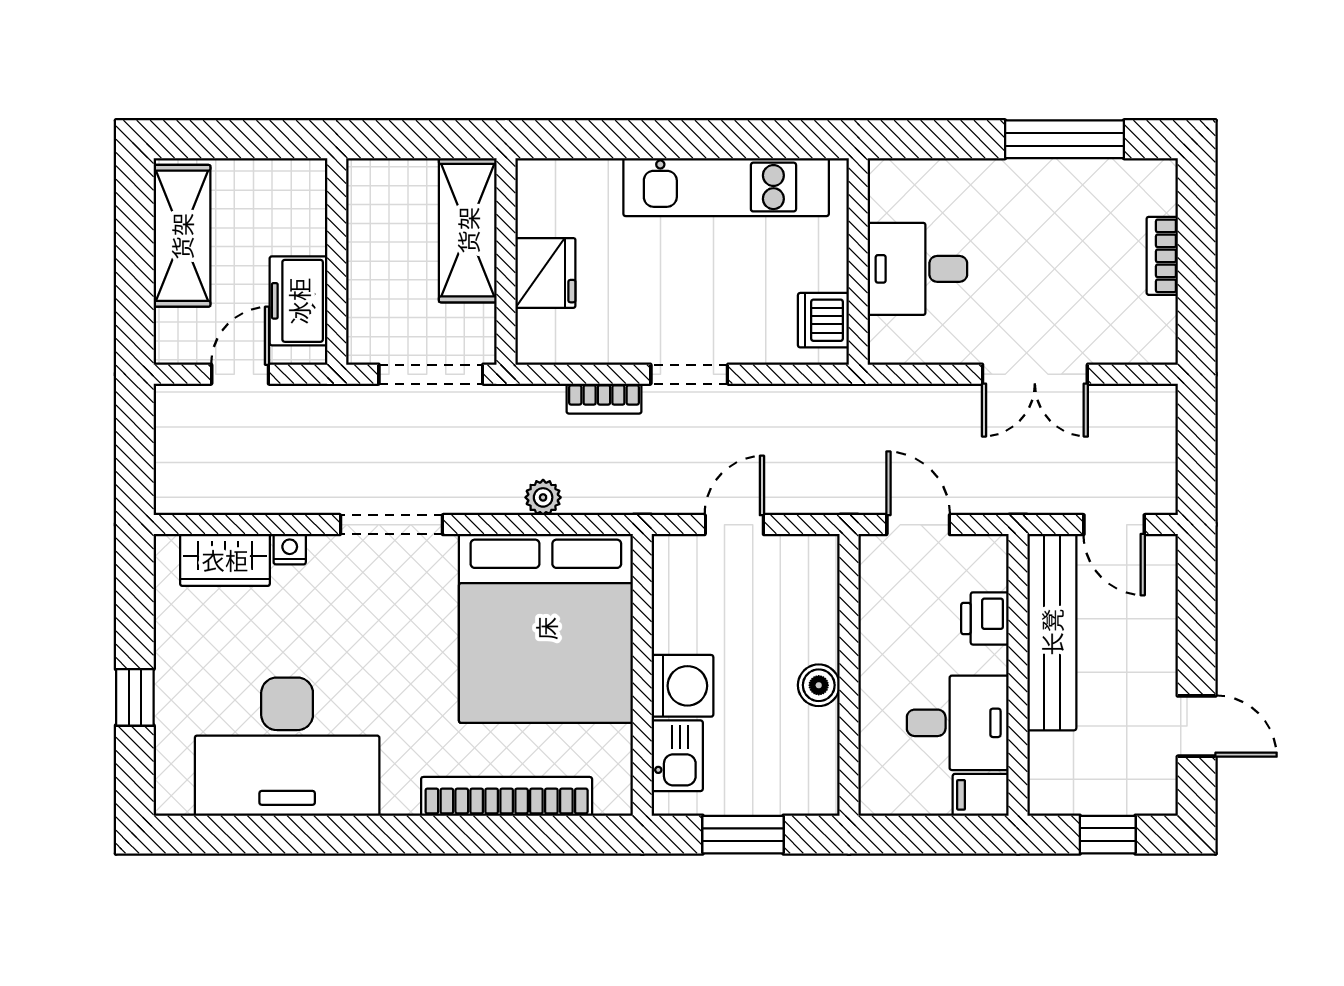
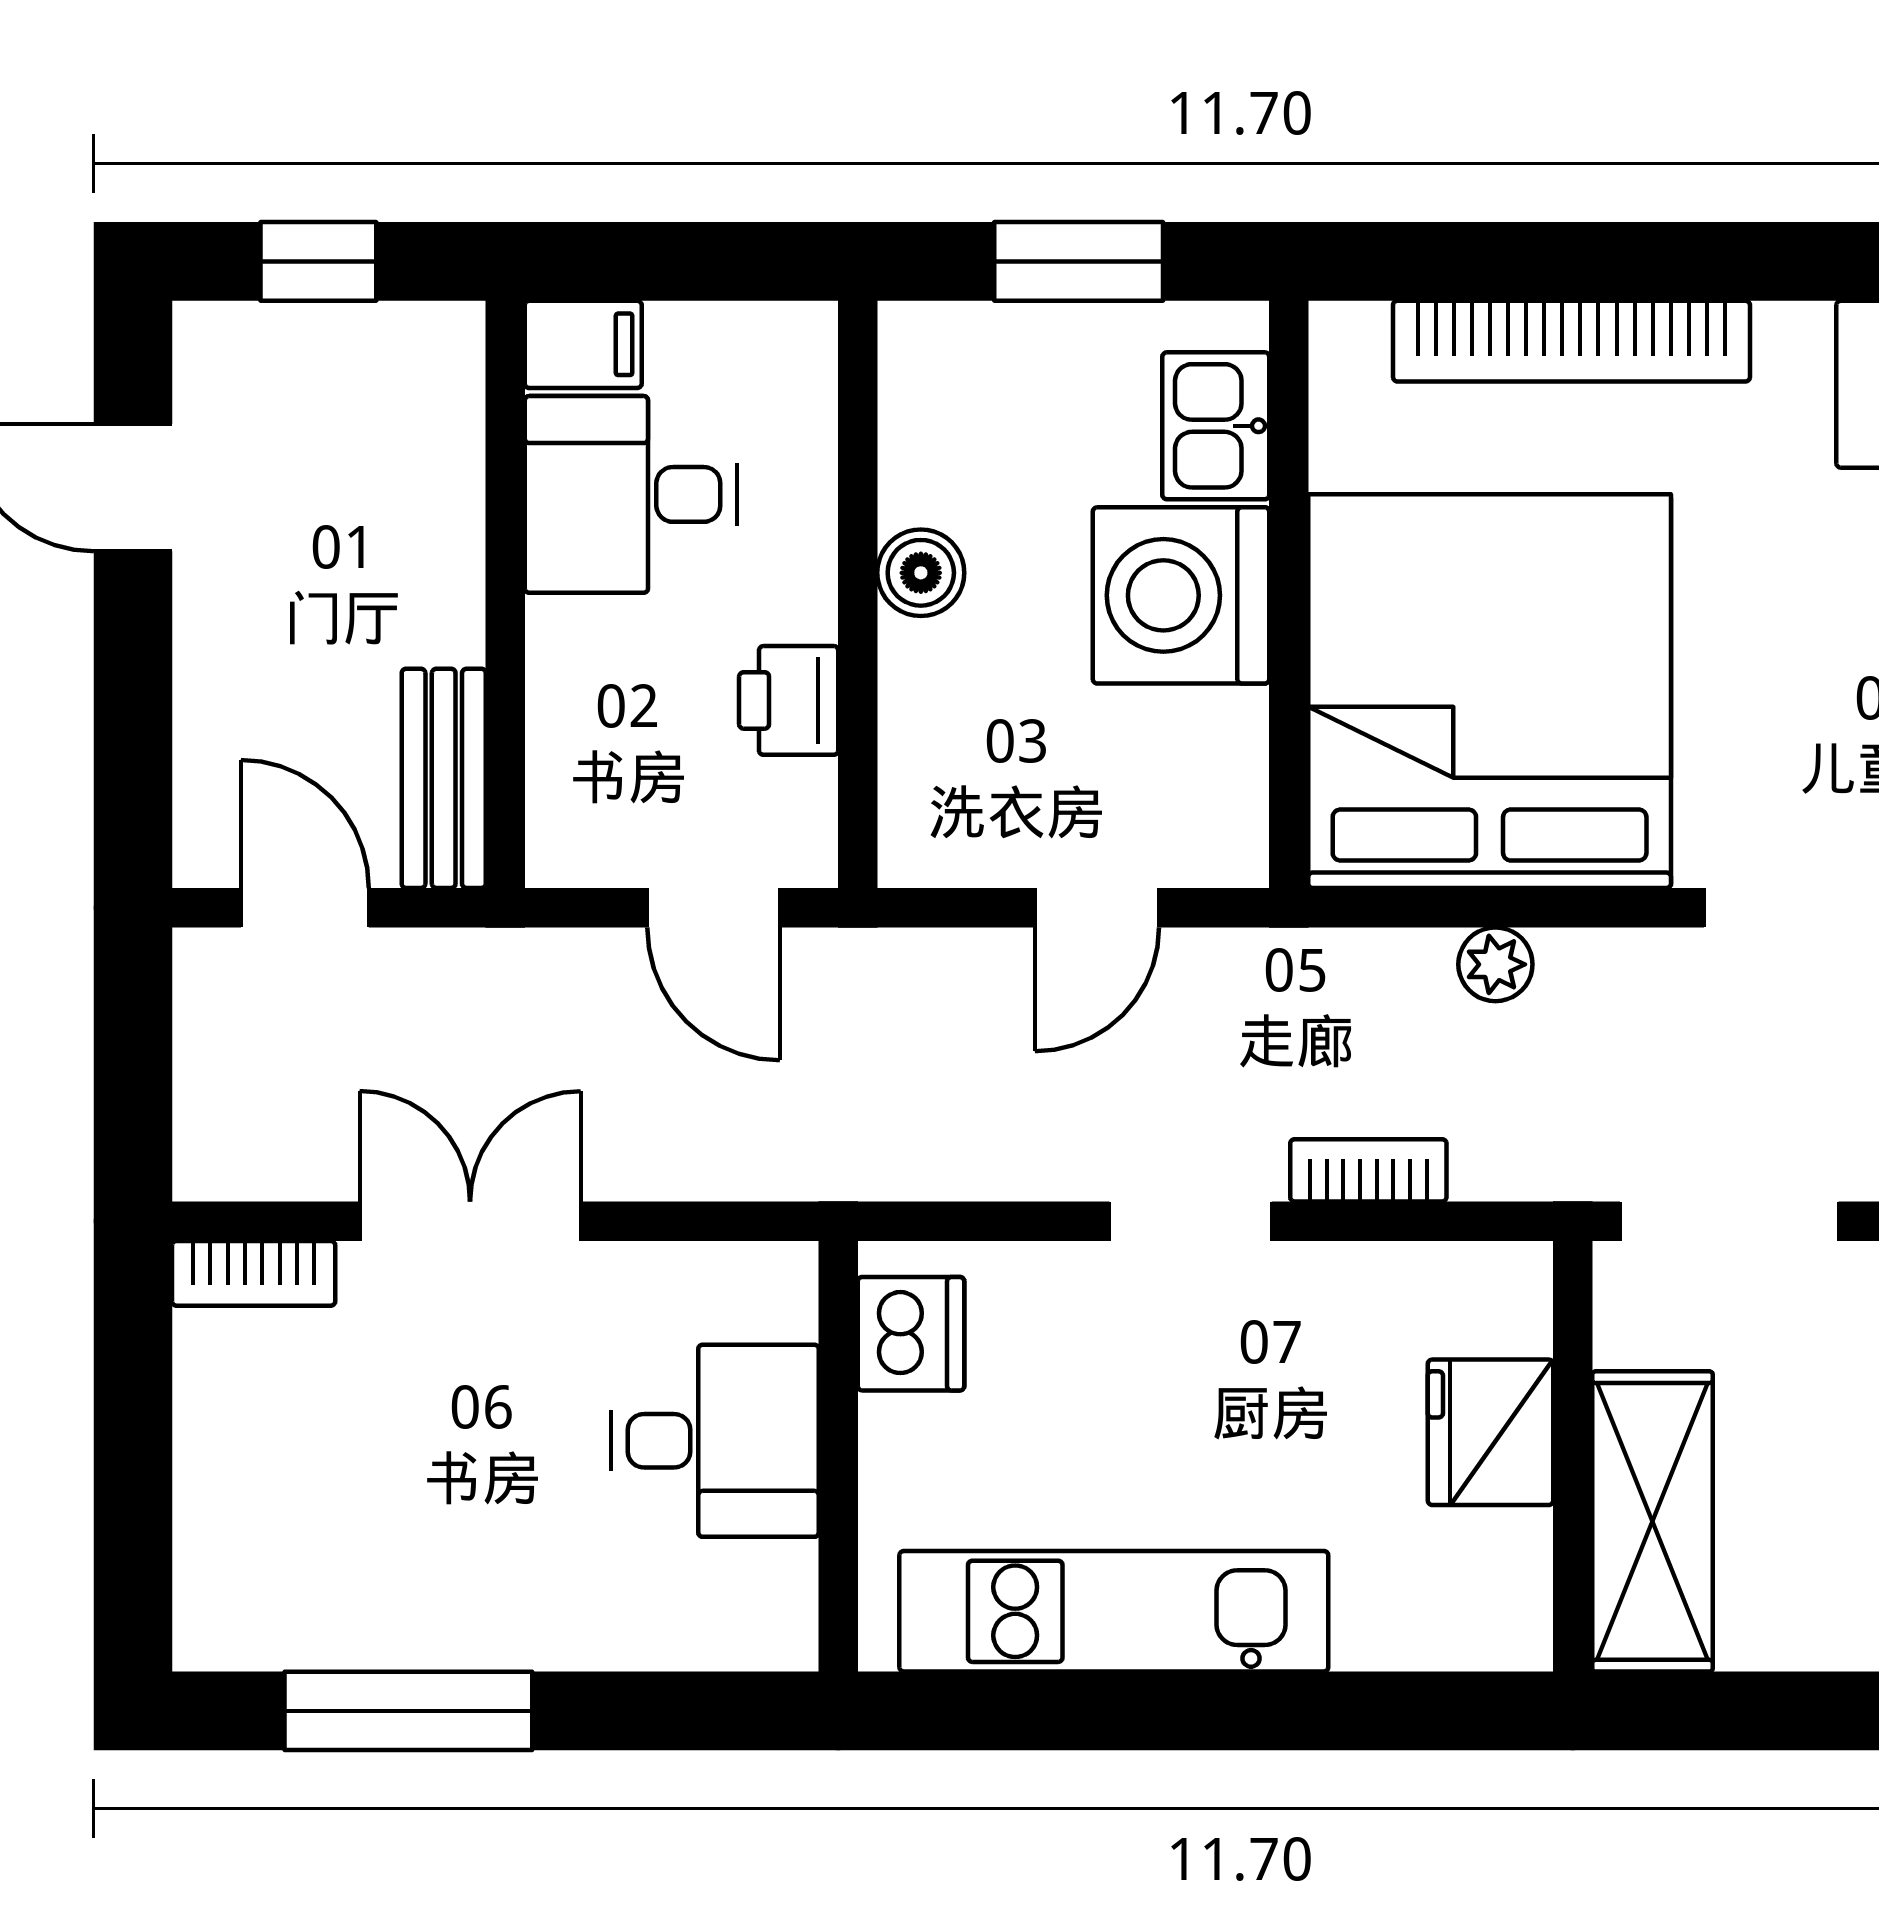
bookcase: (1162, 256) -> (254, 1273), moved, turned 90
printer: (985, 618) -> (789, 700), moved, turned 180
bench: (1052, 632) -> (444, 778), width x0.54, depth x0.82
washing machine: (682, 686) -> (1181, 595), width x1.37, depth x1.37

